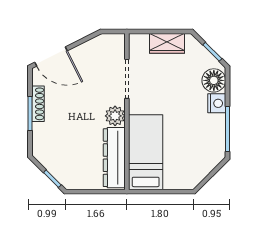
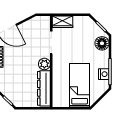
wardrobe: (167, 43) -> (62, 22), moved
nightstand: (217, 103) -> (104, 74), moved
bed: (146, 152) -> (80, 85), moved

